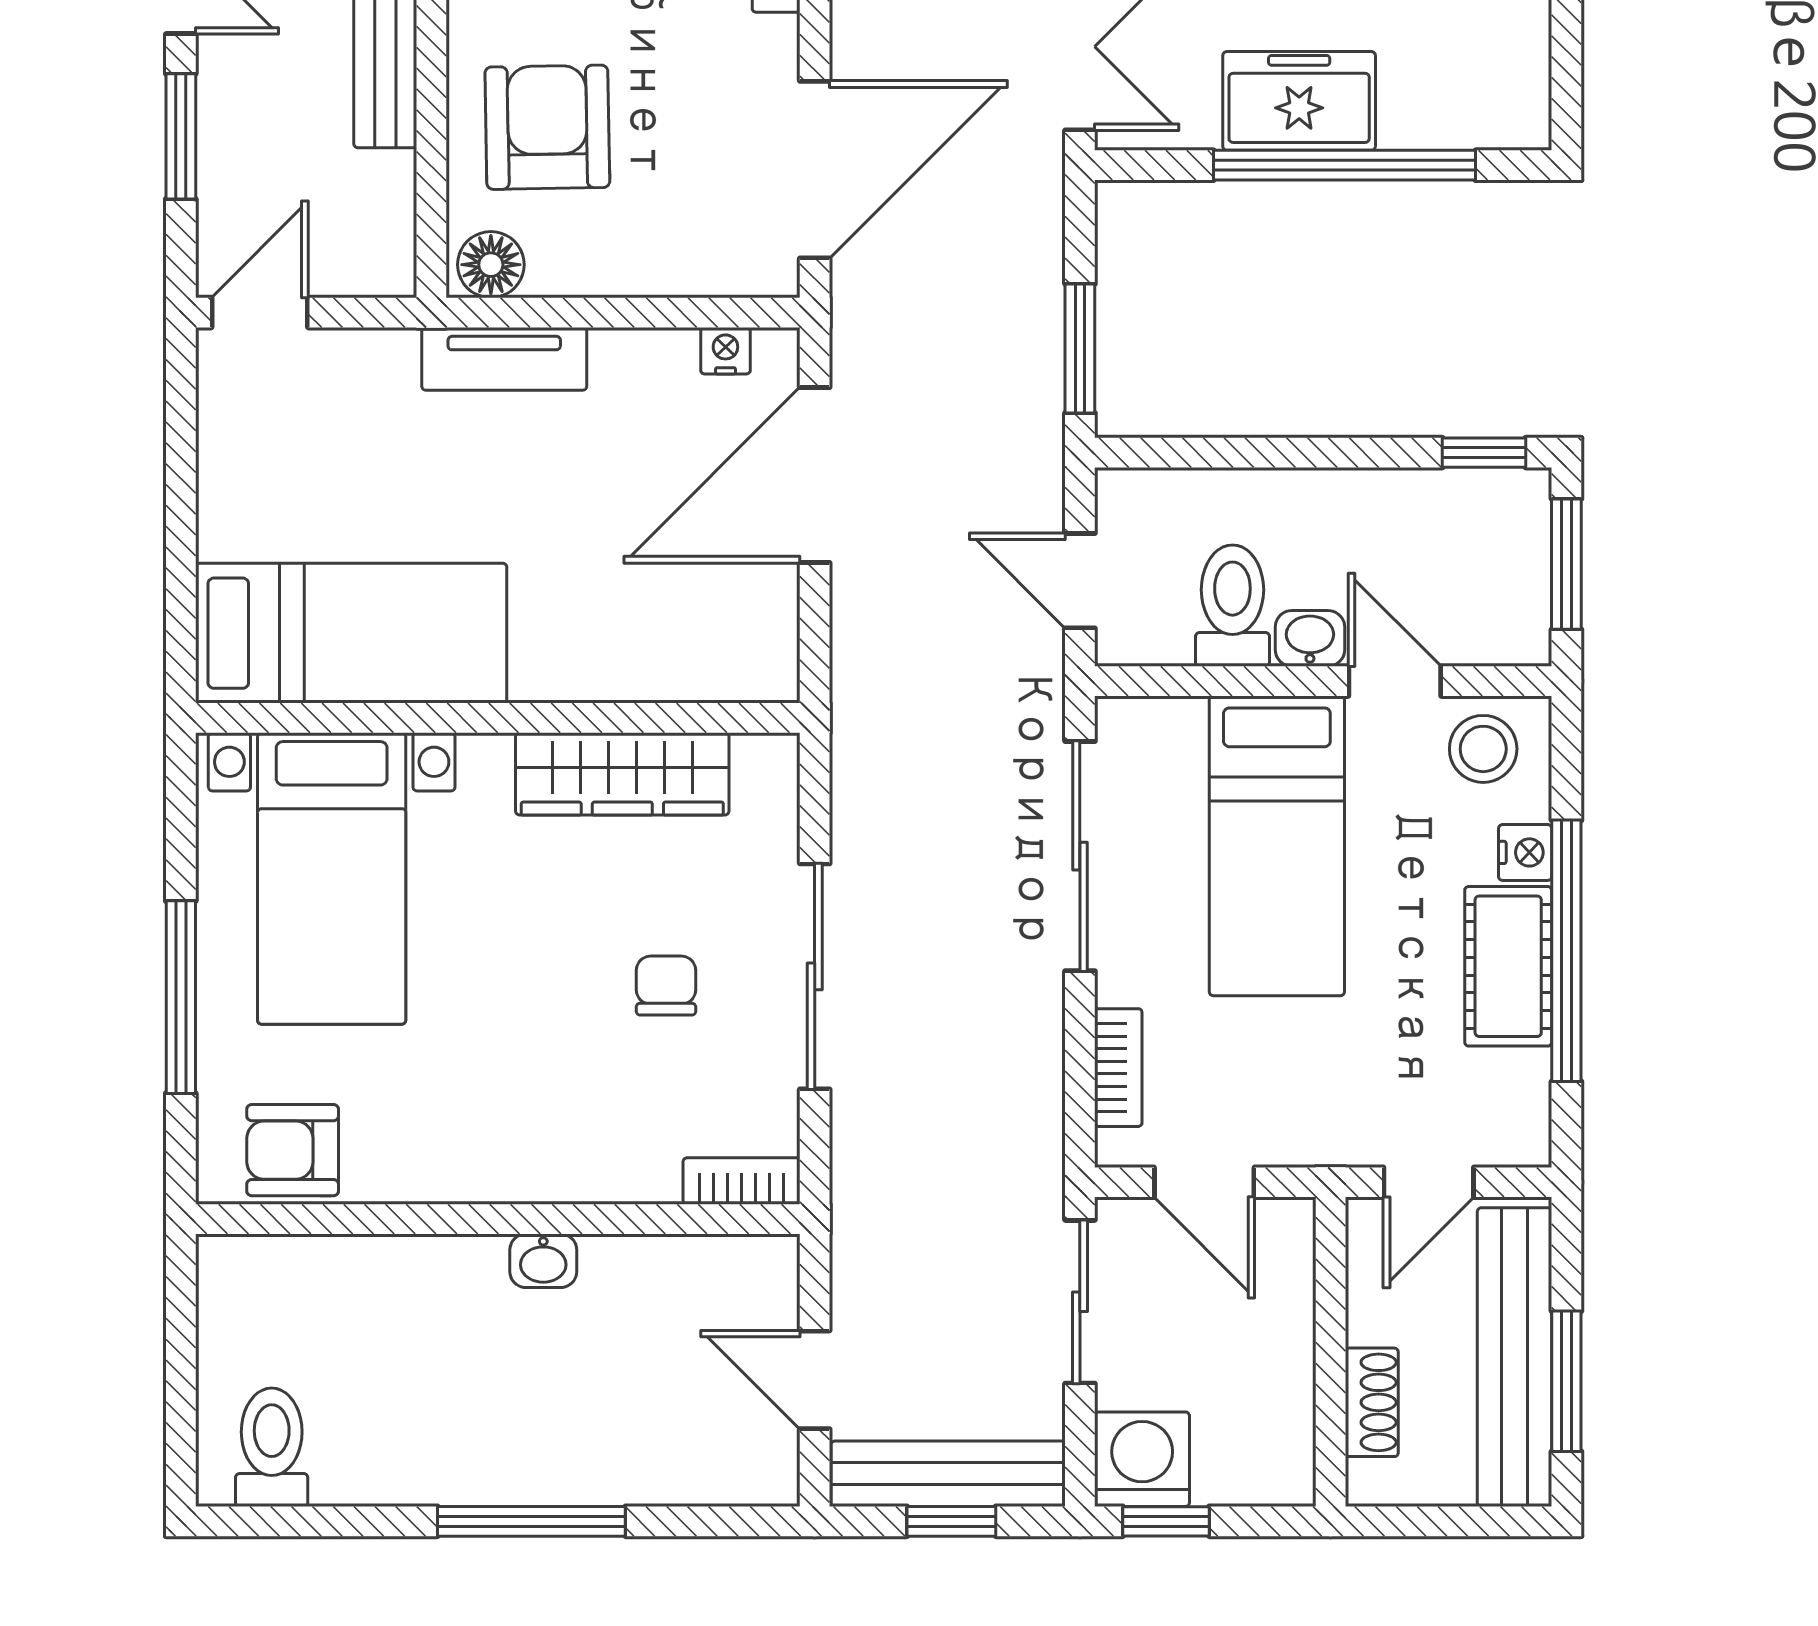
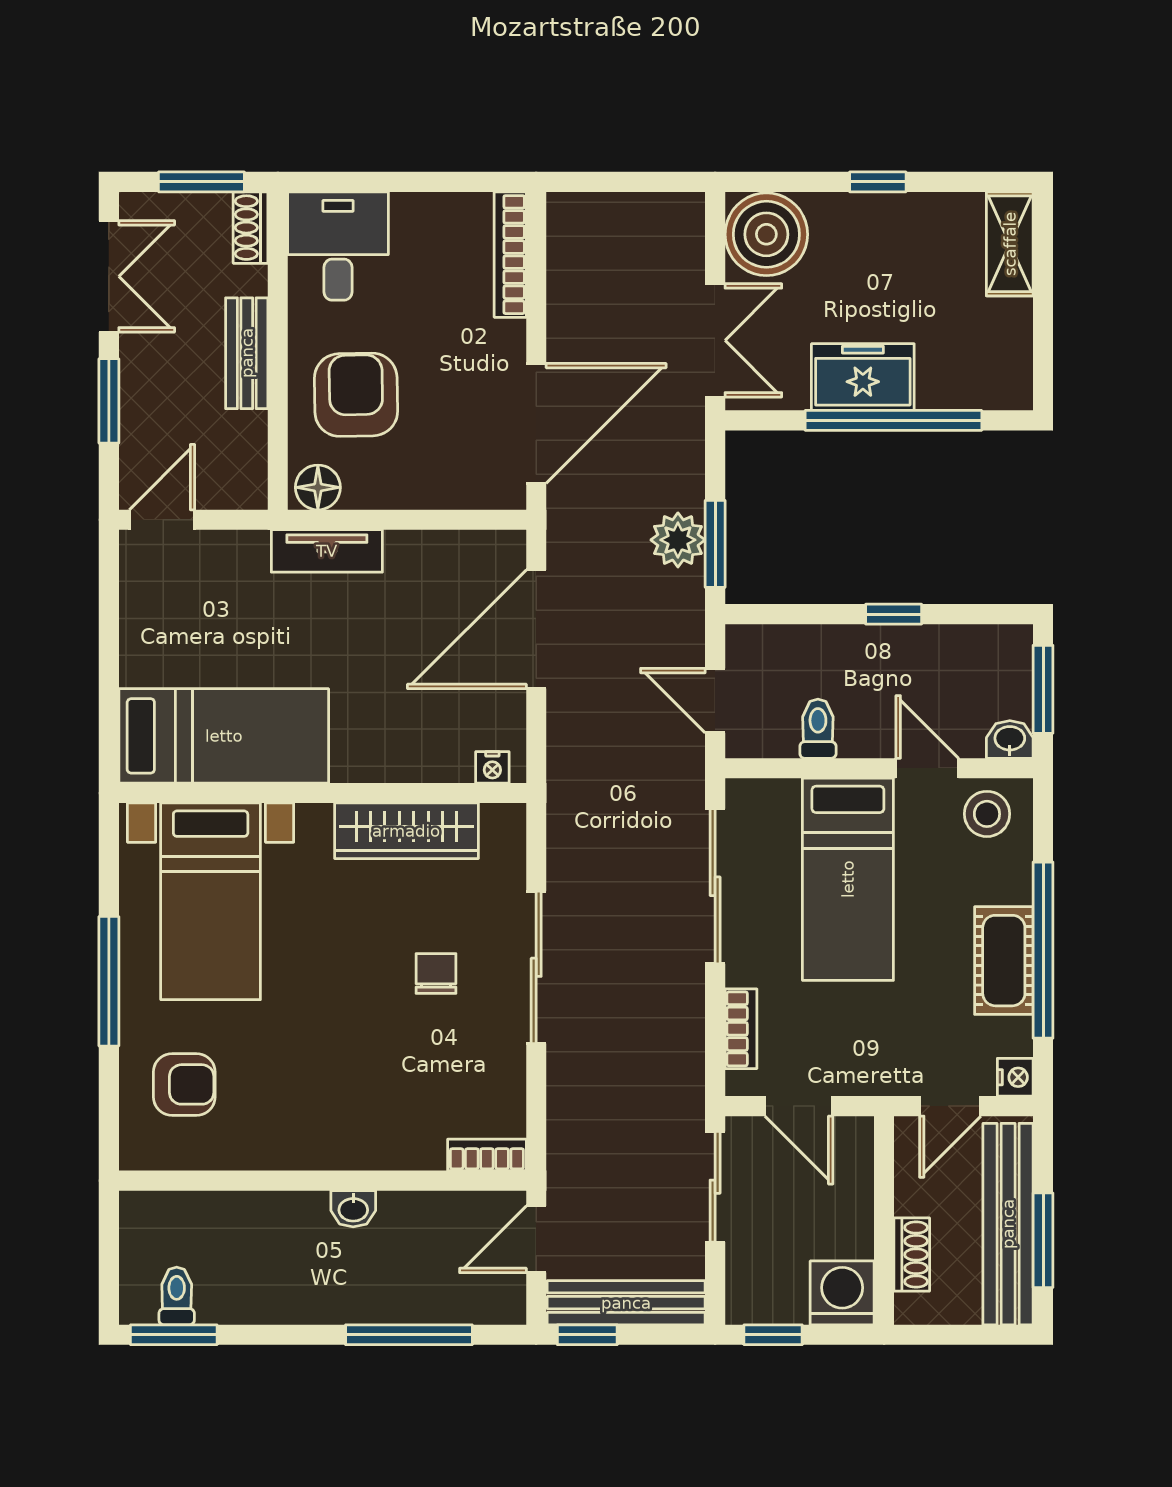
plant: (1025, 343) -> (678, 540), added
nightstand: (725, 351) -> (492, 767), moved, turned 180
window: (1484, 453) -> (894, 614), moved
toilet: (1232, 606) -> (818, 729), width x0.73, depth x0.72
washbasin: (1310, 638) -> (1010, 739), moved
nightstand: (1525, 852) -> (1015, 1077), moved
armchair: (293, 1150) -> (184, 1084), turned 180
bookcase: (742, 1181) -> (487, 1155), moved
wall: (498, 1219) -> (323, 1181), moved
washbasin: (543, 1261) -> (353, 1209), moved
door: (815, 1380) -> (536, 1239), hinge flipped
toilet: (272, 1447) -> (177, 1296), width x0.73, depth x0.72
washing machine: (1142, 1459) -> (842, 1293), moved
window: (277, 1521) -> (174, 1335), added
window: (531, 1521) -> (409, 1335), moved
window: (951, 1521) -> (587, 1335), moved

